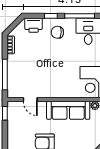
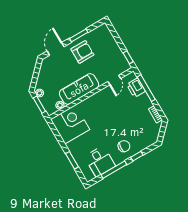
printer: (34, 25) -> (136, 88), moved, turned -90
door: (30, 100) -> (114, 80), swing flipped

